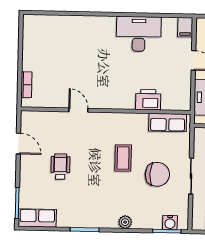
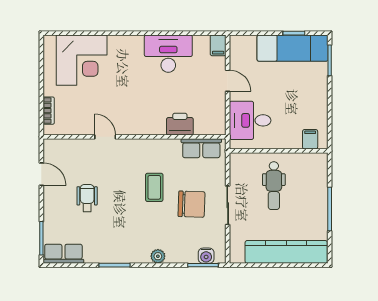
corner desk: (58, 38) -> (82, 60), added

